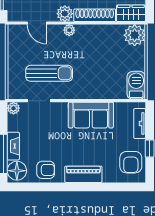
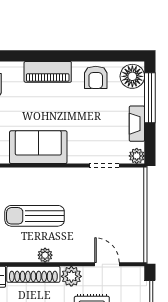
plant: (69, 30) -> (45, 255), moved
sun lounger: (49, 73) -> (35, 216), moved
fireplace: (13, 146) -> (137, 124), moved
armchair: (46, 170) -> (96, 77), turned -90

